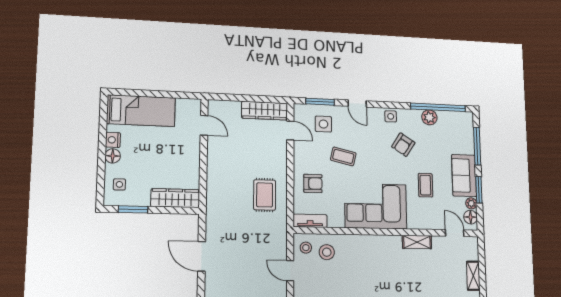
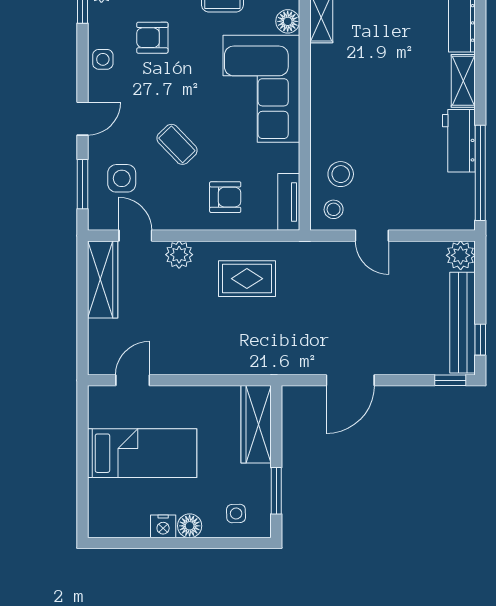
bed: (141, 111) -> (142, 453), moved, turned 90
door: (290, 131) -> (135, 236), hinge flipped
armchair: (403, 145) -> (152, 38), turned 147
plant: (279, 155) -> (179, 255), added
coffee table: (343, 156) -> (177, 144), turned -57
armchair: (313, 183) -> (225, 197), turned 90
floor lamp: (414, 222) -> (288, 21), added
door: (290, 271) -> (372, 236), hinge flipped

